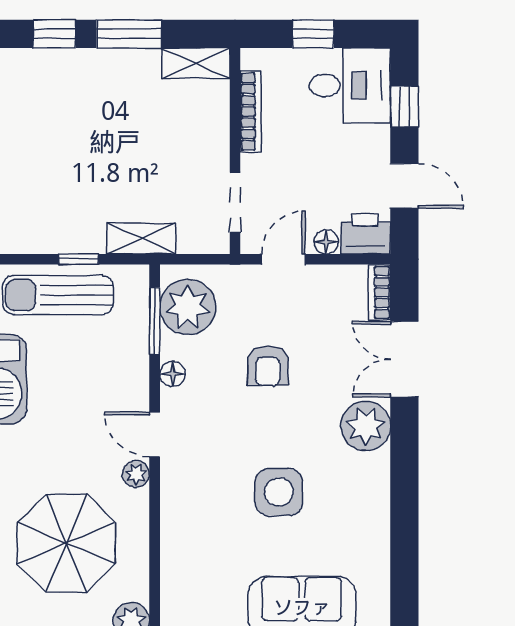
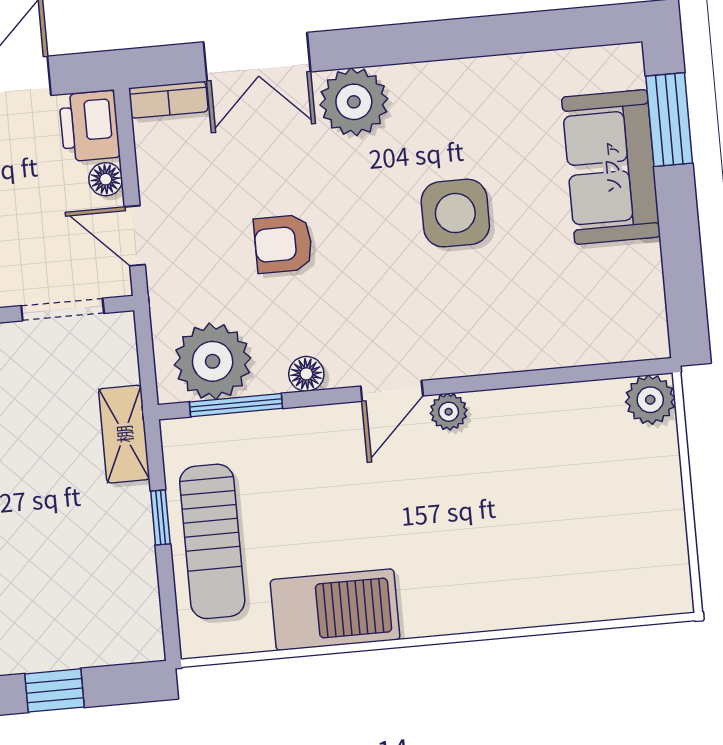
armchair: (268, 366) -> (283, 244), turned 180
parasol: (66, 543) -> (552, 499), removed

